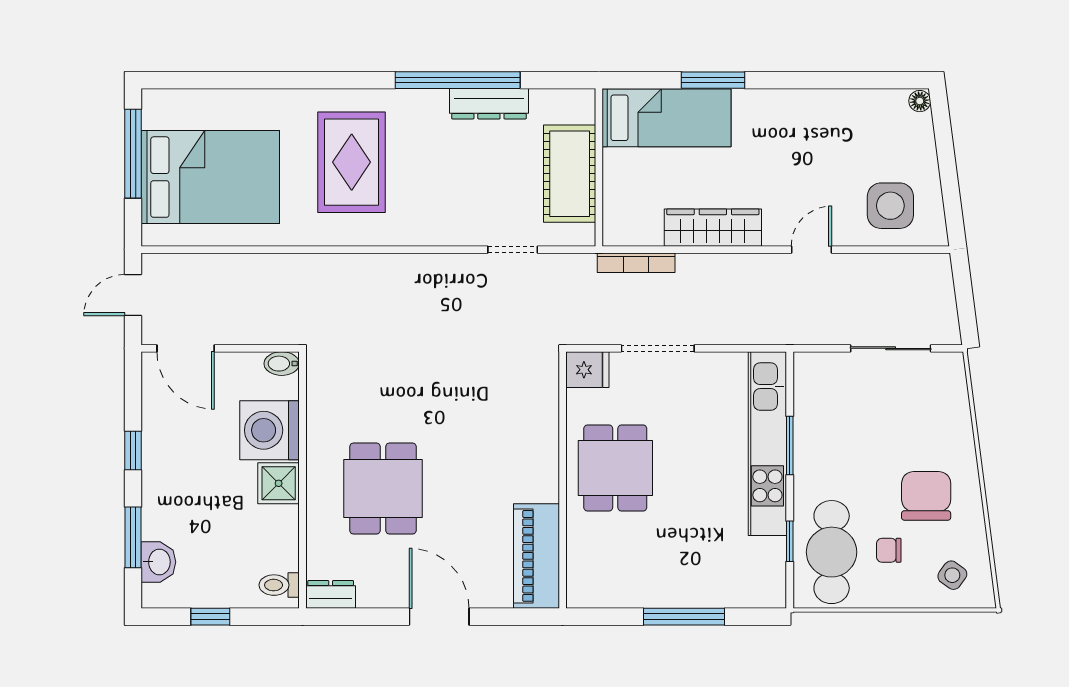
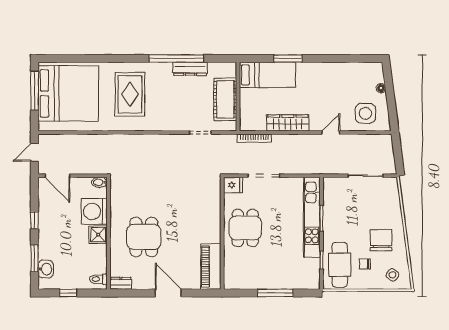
floor lamp: (920, 101) -> (381, 88), moved
bed: (210, 177) -> (68, 93), width x1.36

